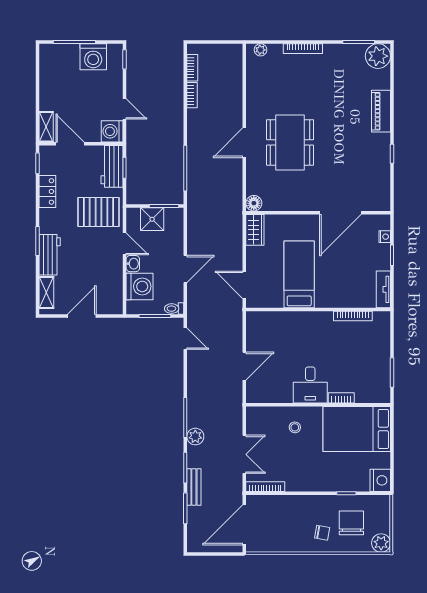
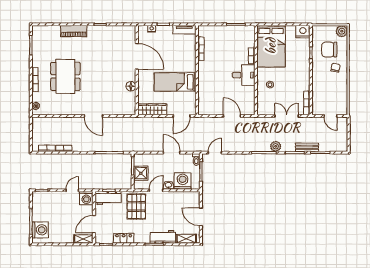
plant: (378, 56) -> (40, 33), removed
washing machine: (93, 57) -> (40, 230), moved
dining table: (290, 142) -> (65, 76), moved, turned 90
floor lamp: (254, 203) -> (131, 86), moved
wardrobe: (255, 230) -> (152, 109), width x1.50
door: (244, 525) -> (330, 116), width x0.53

